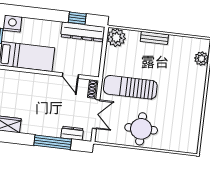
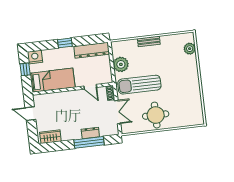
window: (77, 18) -> (65, 43), moved
plant: (116, 38) -> (121, 64), moved
dresser: (72, 133) -> (90, 133), moved

